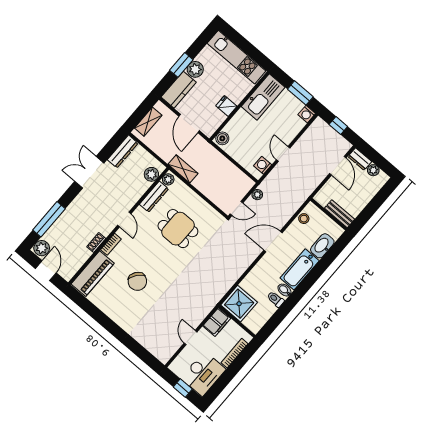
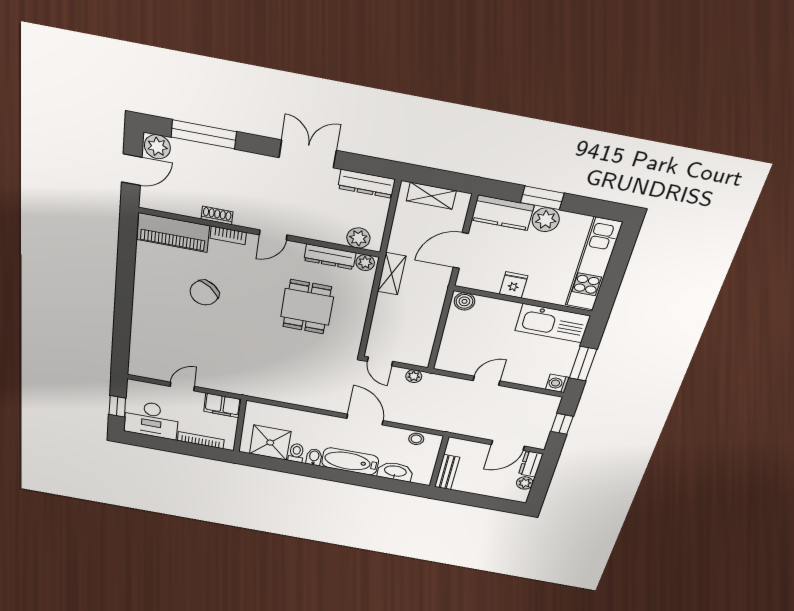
washing machine: (263, 165) -> (457, 365), removed
shower: (239, 304) -> (270, 443), moved

